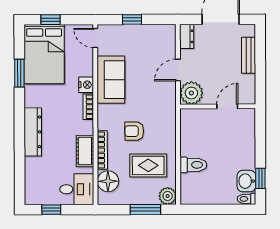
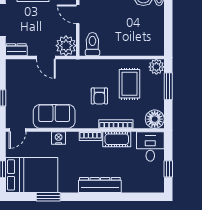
bookcase: (88, 107) -> (91, 136), moved
toilet: (193, 165) -> (92, 44), moved
floor lamp: (108, 181) -> (155, 119), moved

